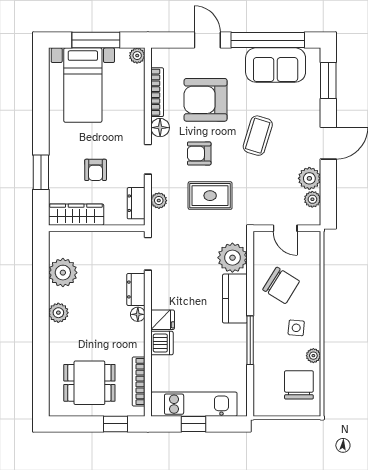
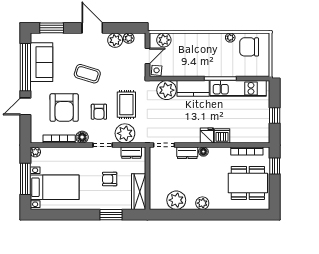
armchair: (96, 170) -> (110, 179), turned 180
plant: (159, 201) -> (125, 133), width x1.87, depth x1.87
plant: (310, 254) -> (164, 40), added
chair: (281, 285) -> (185, 59), removed
side table: (296, 328) -> (157, 70), moved
dining table: (89, 383) -> (248, 183), width x1.38
kitchen unit: (194, 404) -> (238, 88), moved, turned -90

